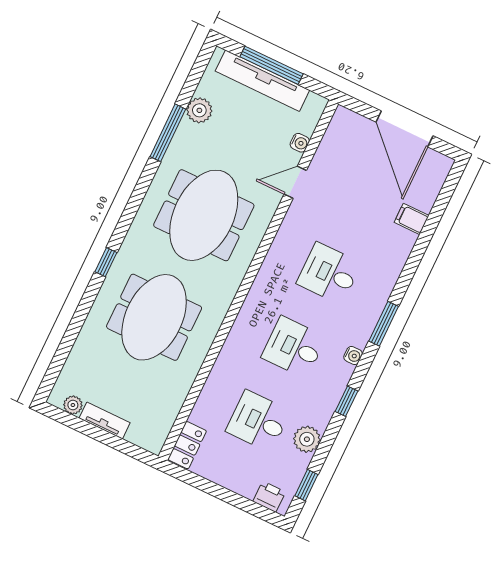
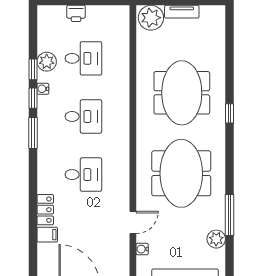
window: (384, 324) -> (33, 133), moved
water cooler: (353, 355) -> (43, 89), moved
plant: (73, 405) -> (151, 18), moved, width x1.88, depth x1.88
locker: (187, 445) -> (45, 210), moved, turned 180
window: (306, 485) -> (33, 69), moved
printer: (269, 497) -> (76, 13), moved

